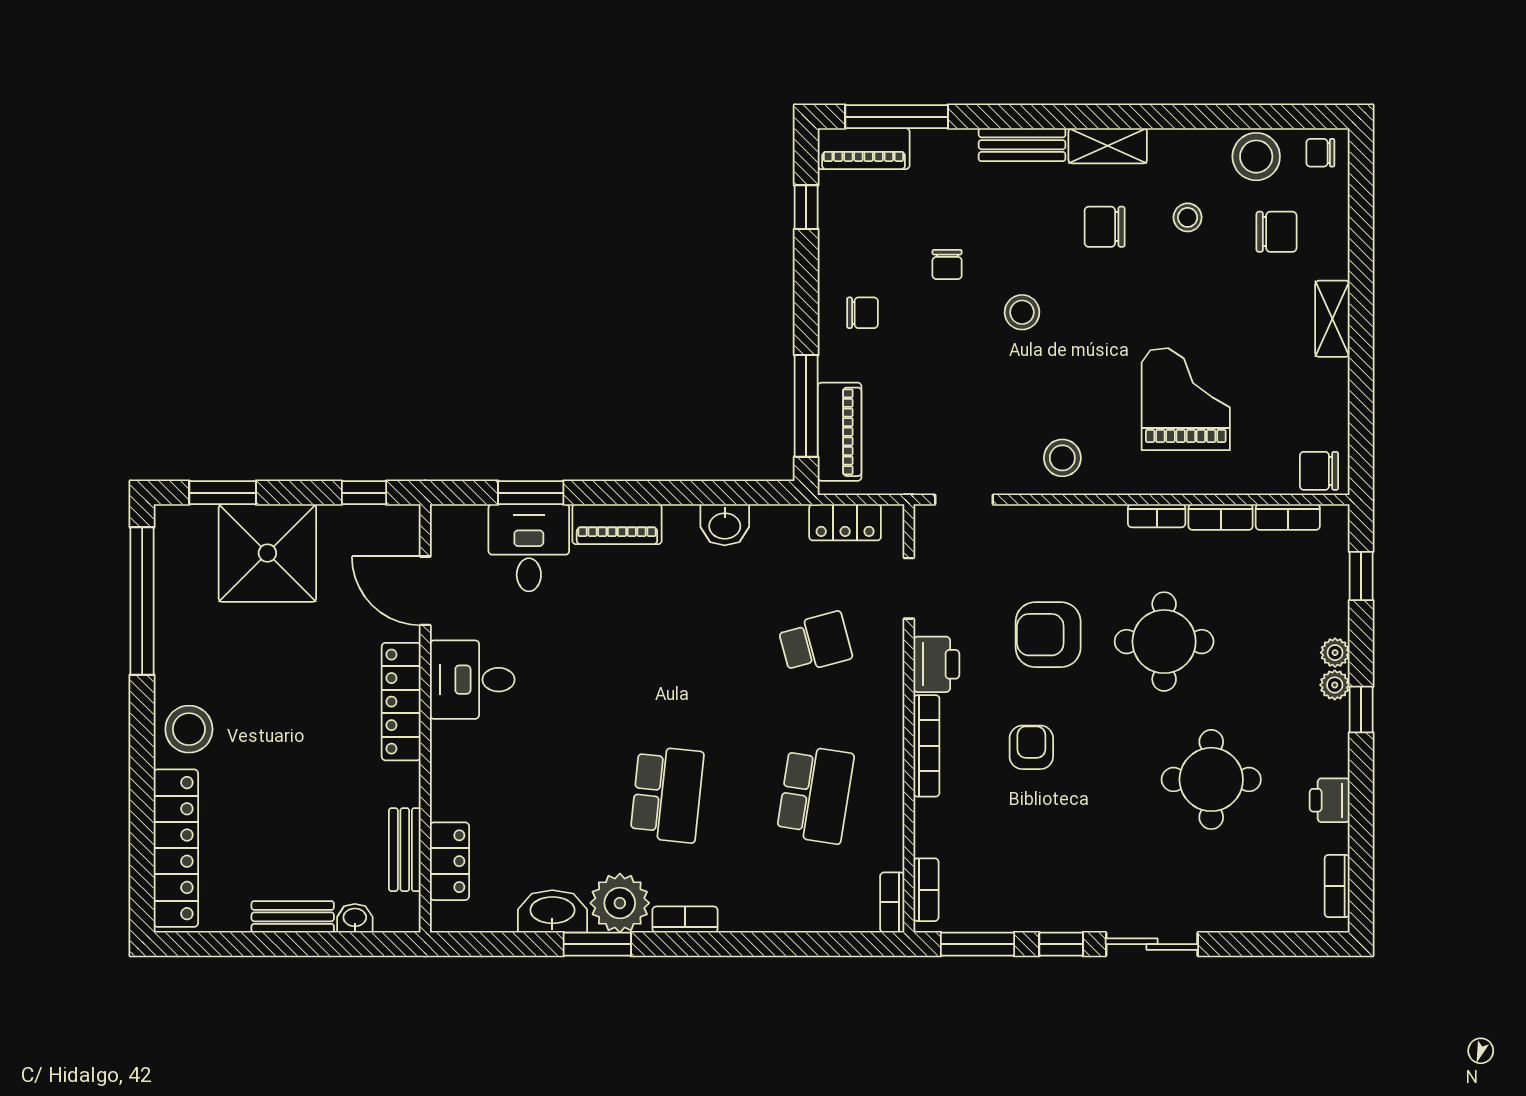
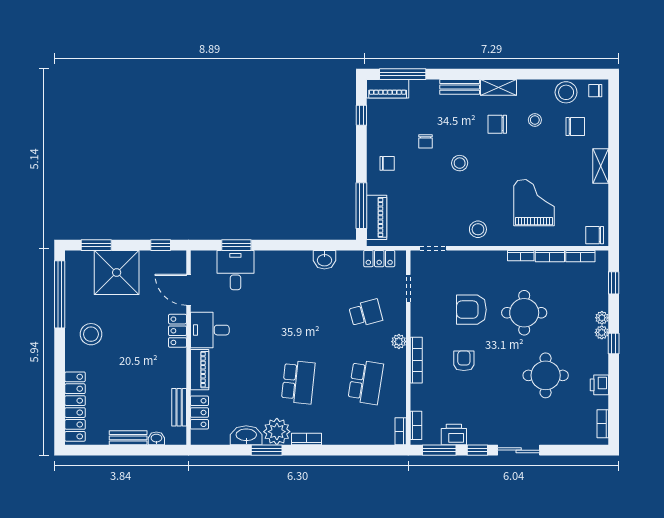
piano: (617, 524) -> (200, 370), moved, turned -90
printer: (936, 664) -> (454, 435), moved, turned -90
locker: (401, 702) -> (177, 331), width x0.66
plant: (888, 705) -> (399, 342), added
stool: (189, 729) -> (91, 334), moved

